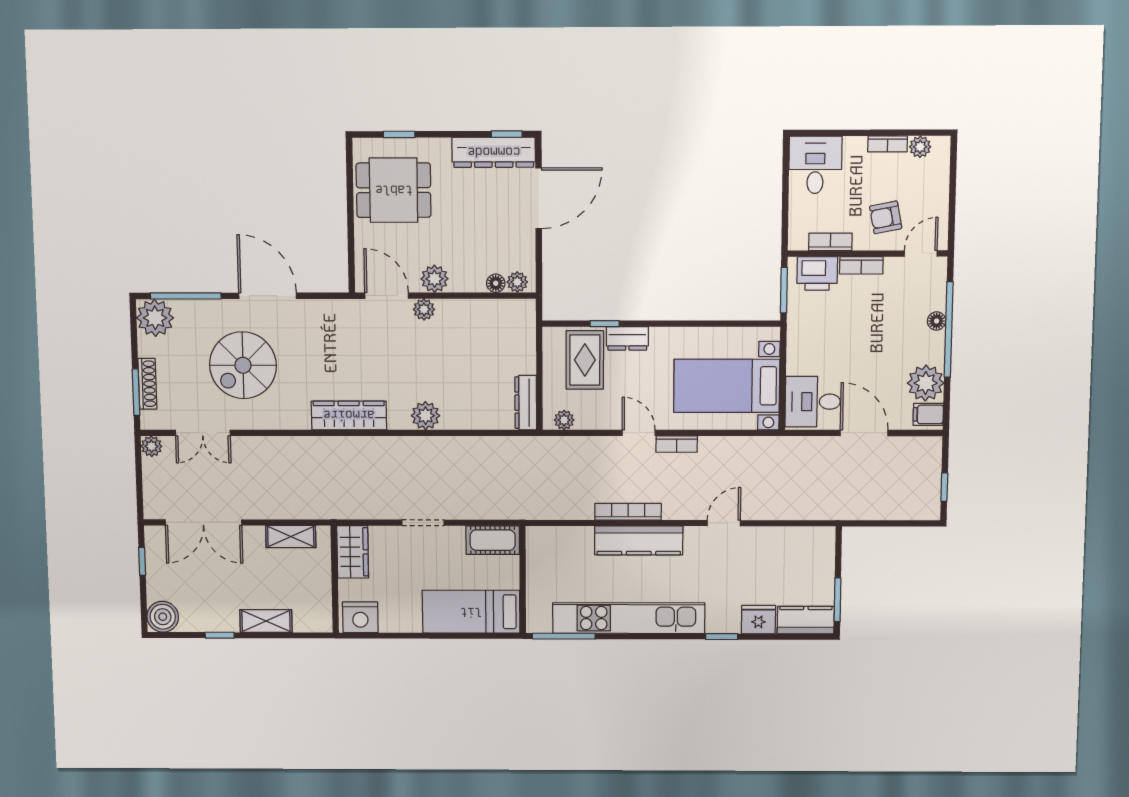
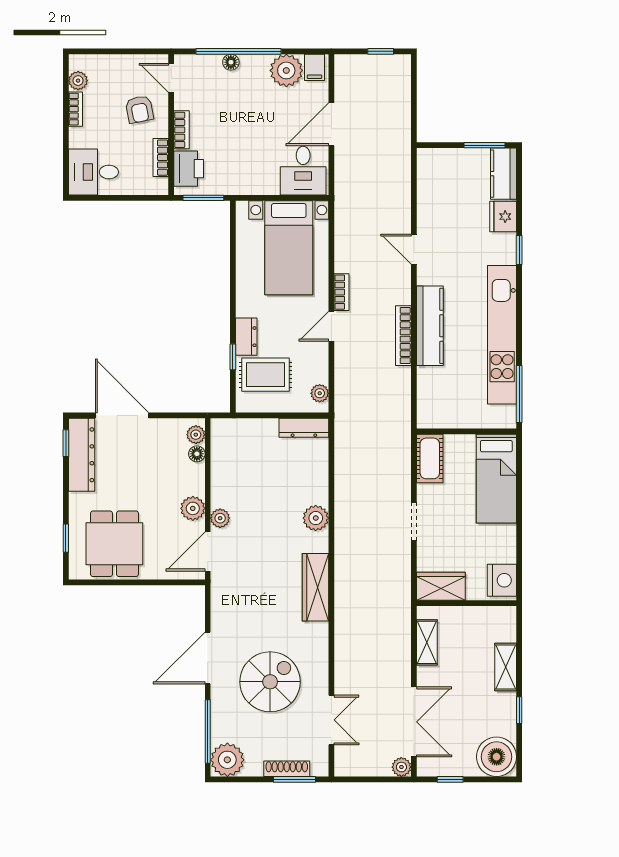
spiral stairs: (243, 365) -> (270, 682), turned -90
plant: (151, 446) -> (401, 767), moved
boiler: (163, 617) -> (497, 757), width x1.37, depth x1.37

